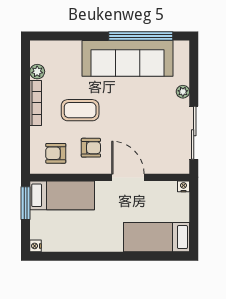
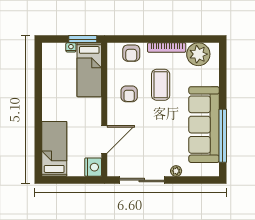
plant: (37, 72) -> (198, 54), width x1.87, depth x1.87
armchair: (56, 153) -> (131, 53), moved, turned 180
door: (128, 177) -> (104, 139), moved
nightstand: (183, 186) -> (93, 167), width x1.89, depth x1.79
nightstand: (35, 246) -> (71, 47), moved

